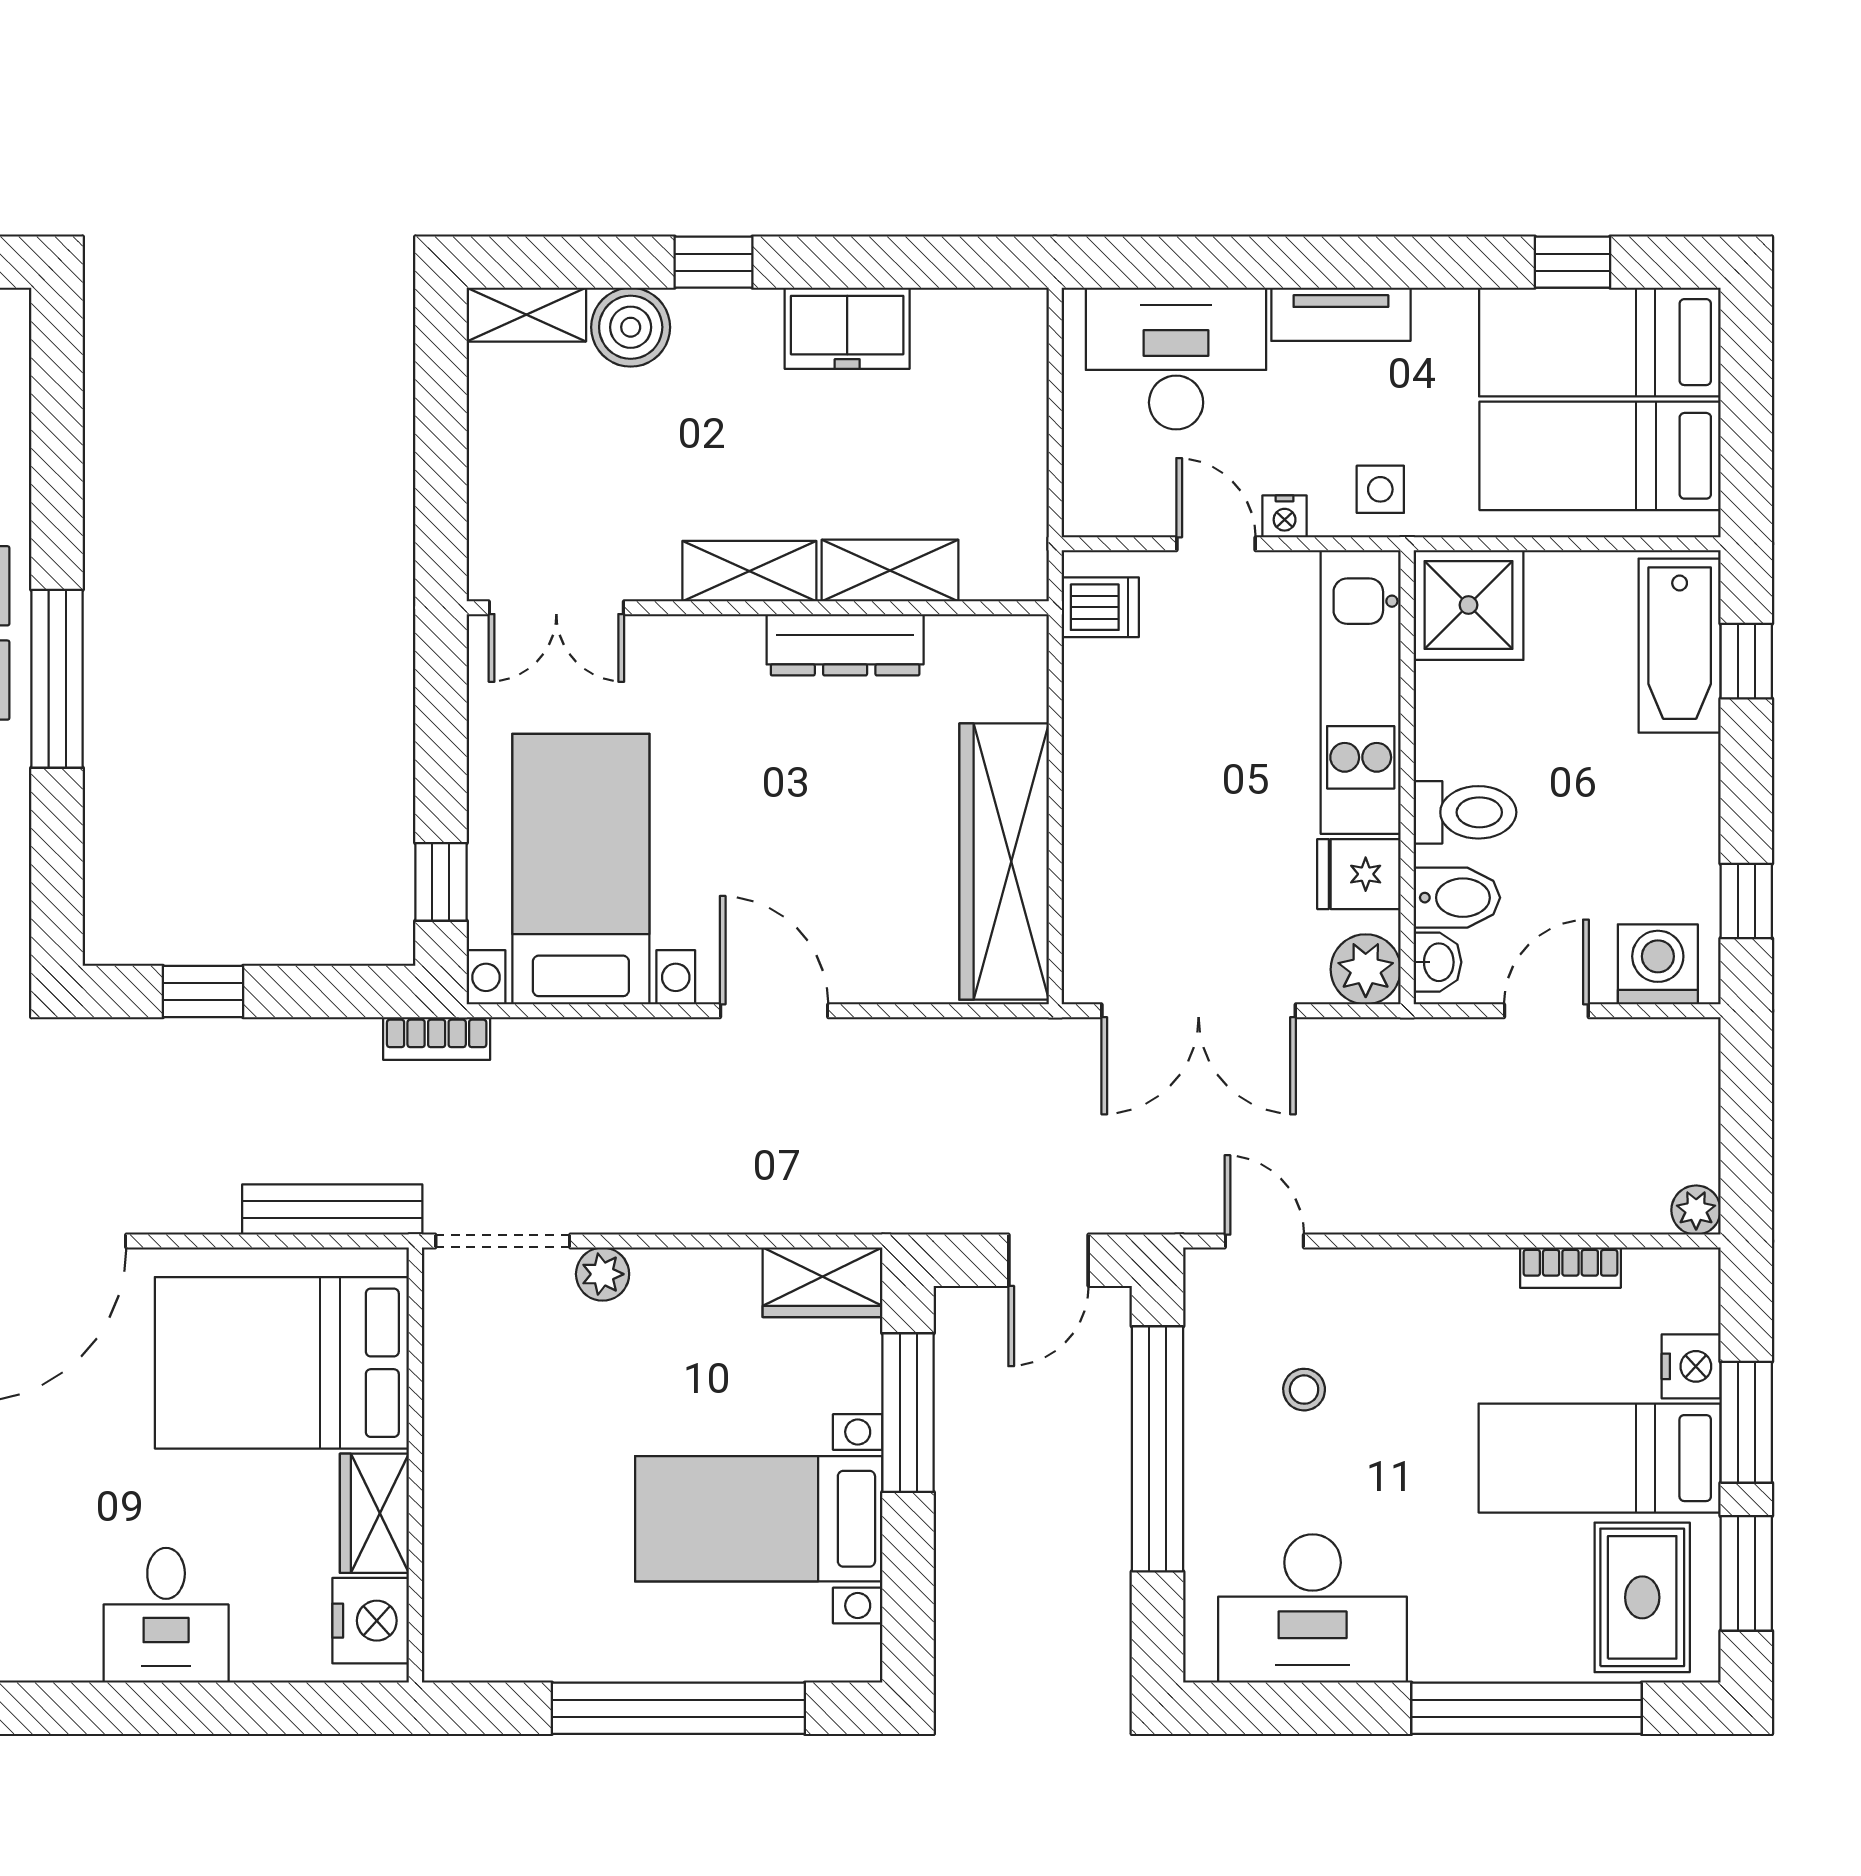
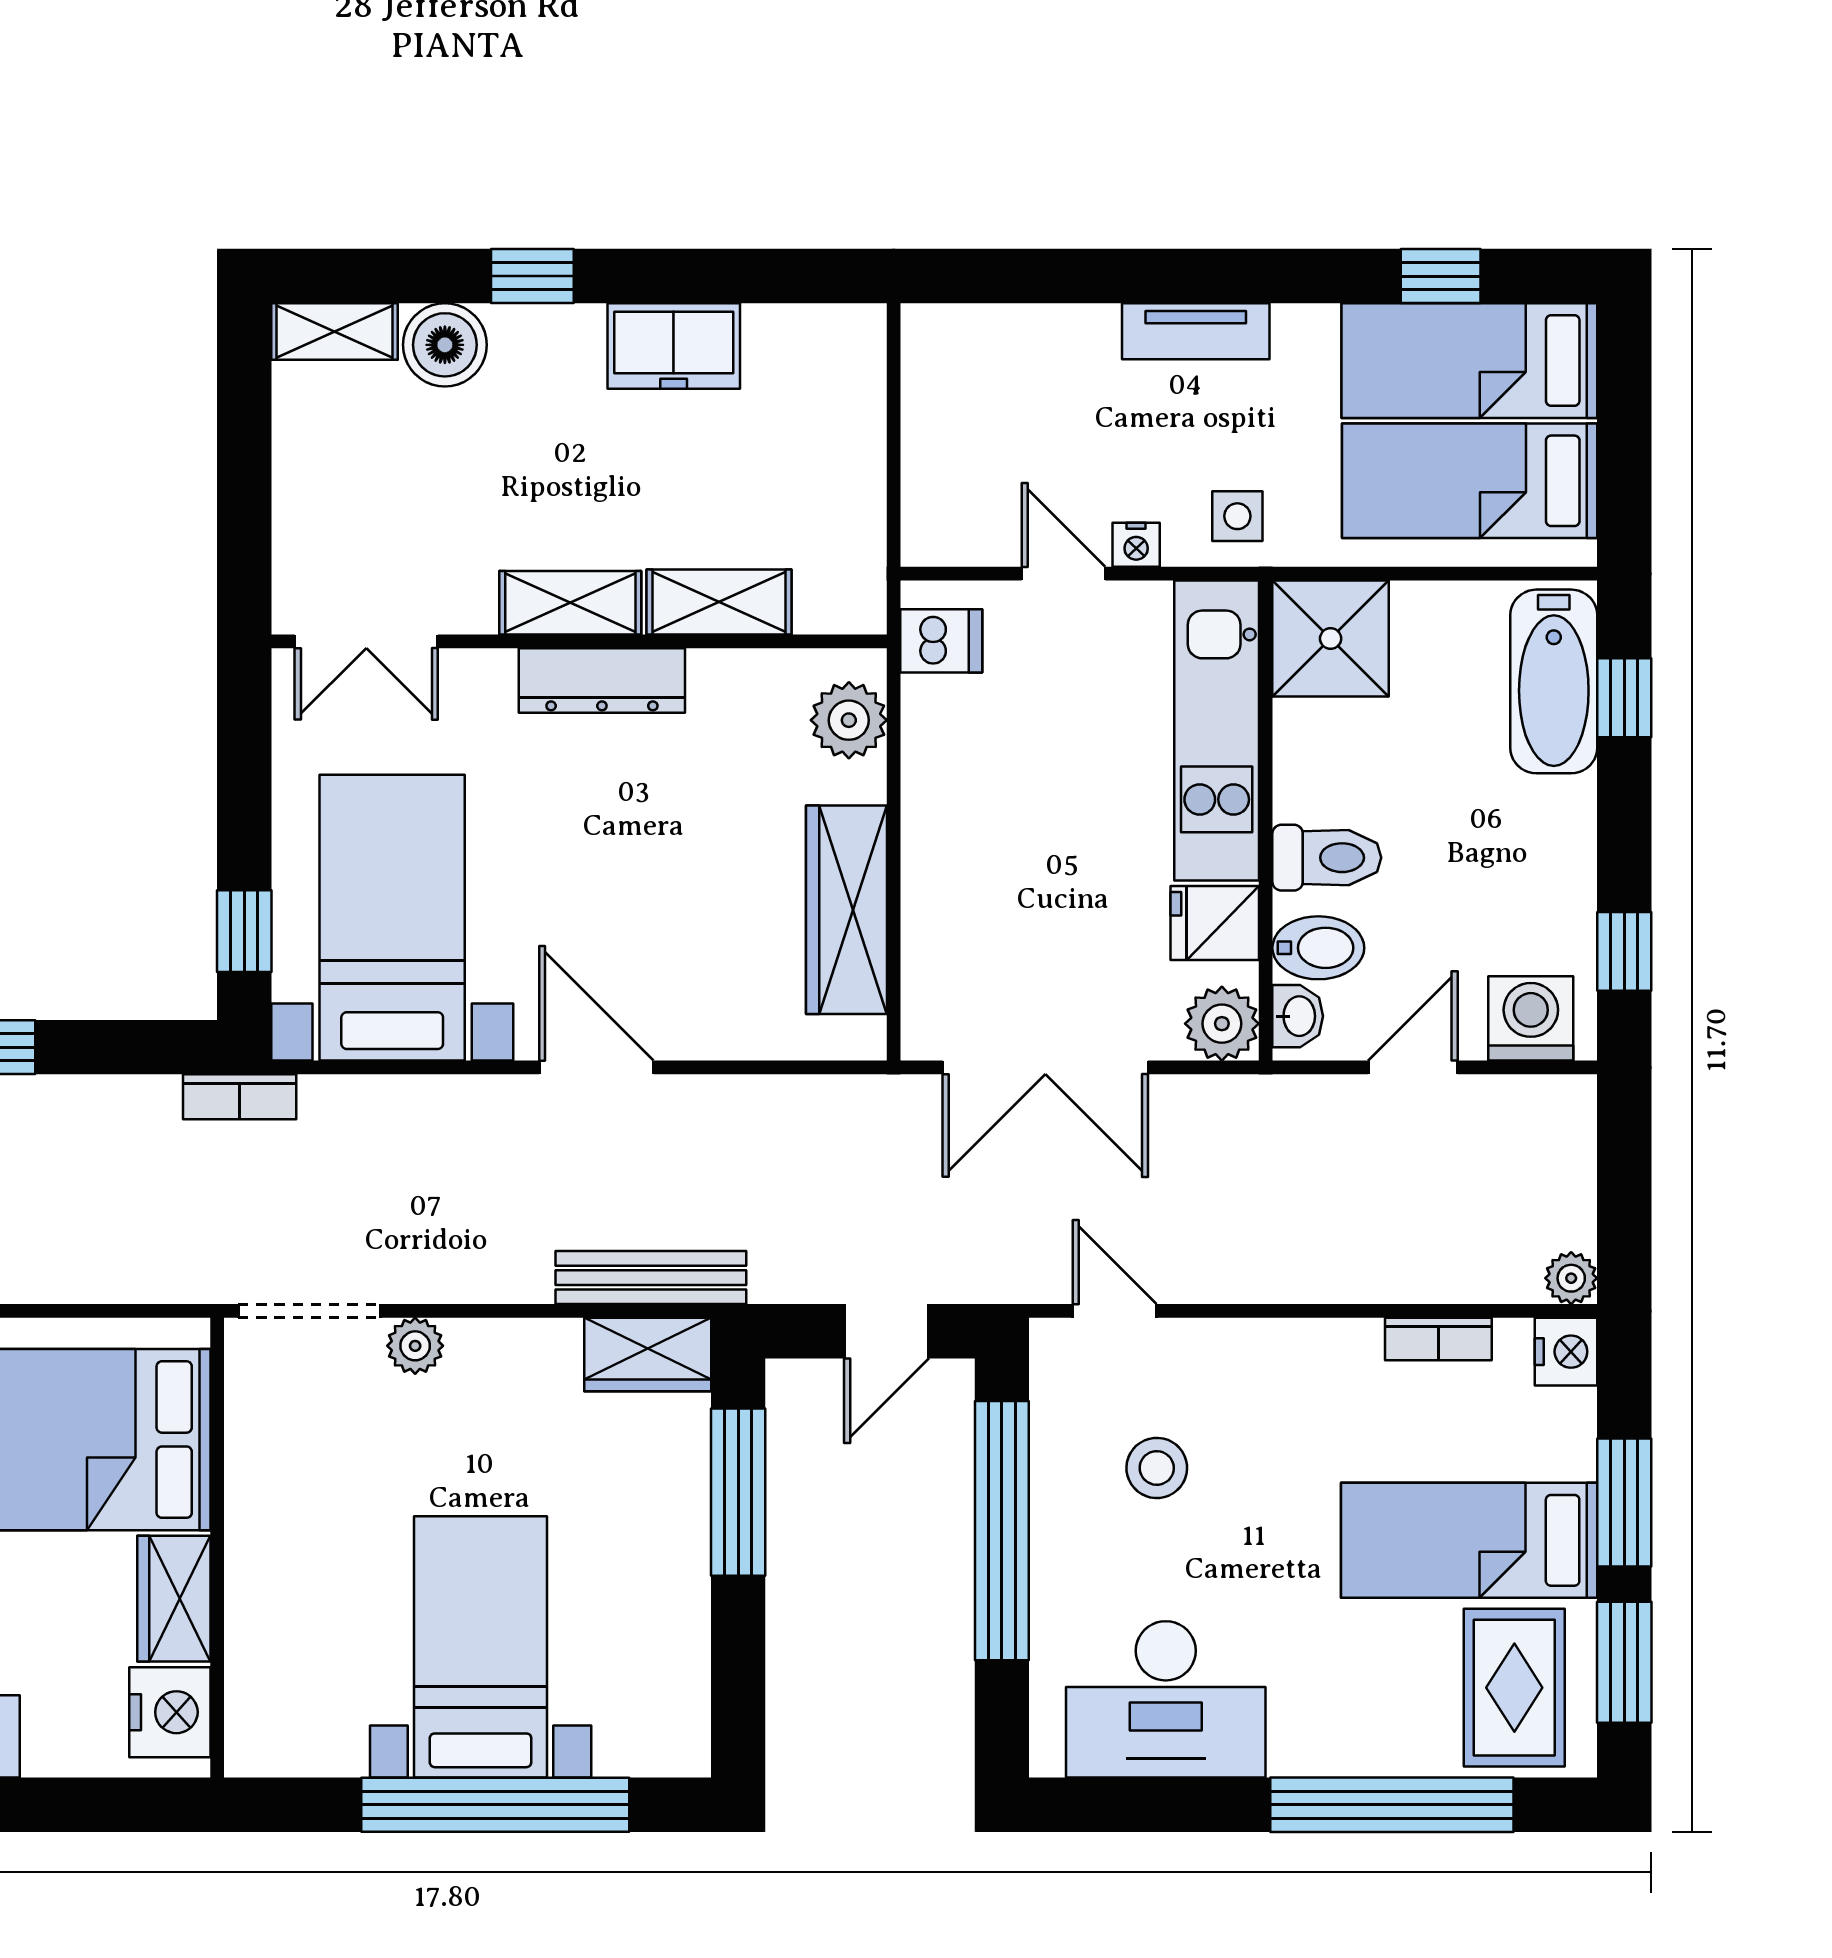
desk: (1176, 359) -> (1021, 378), removed
dresser: (845, 645) -> (602, 681), moved
plant: (1013, 682) -> (849, 720), added
wardrobe: (1004, 862) -> (847, 910), width x0.71, depth x0.85
bench: (332, 1209) -> (651, 1278), moved
nightstand: (1691, 1366) -> (1566, 1352), moved
stool: (1304, 1390) -> (1157, 1468), width x1.37, depth x1.37
bed with nightstands: (759, 1519) -> (481, 1647), moved, turned 90

